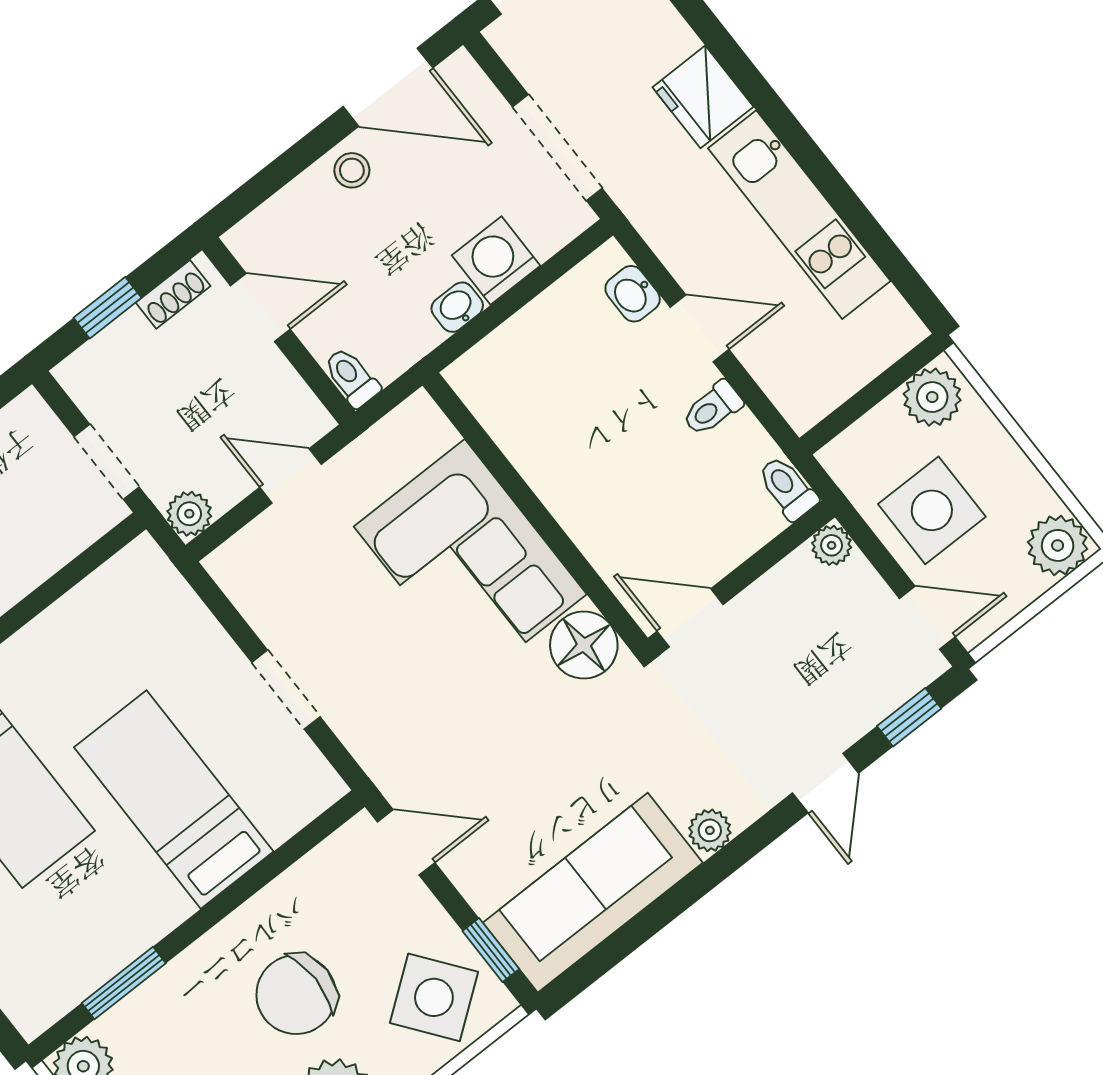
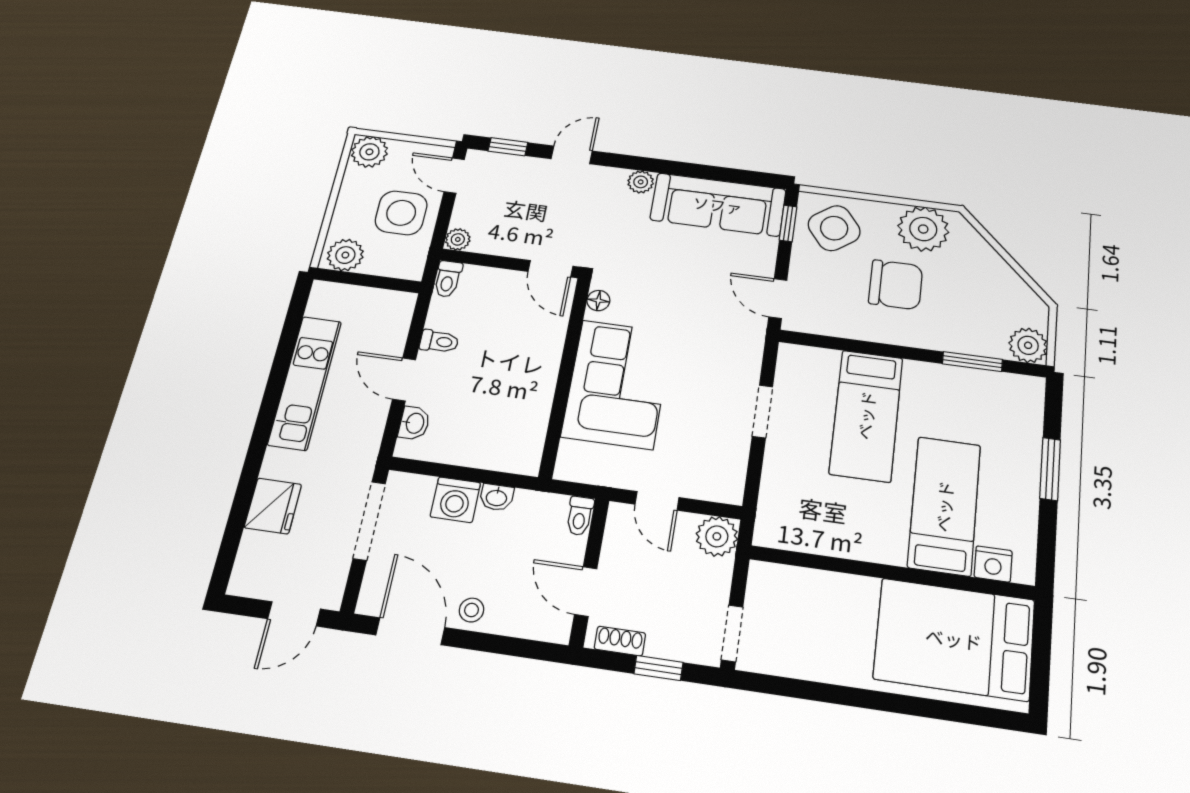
fridge: (703, 97) -> (273, 506), moved
doorway: (107, 462) -> (732, 633), moved
plant: (189, 514) -> (717, 536), width x1.38, depth x1.38
floor lamp: (584, 645) -> (598, 301), width x0.53, depth x0.53

